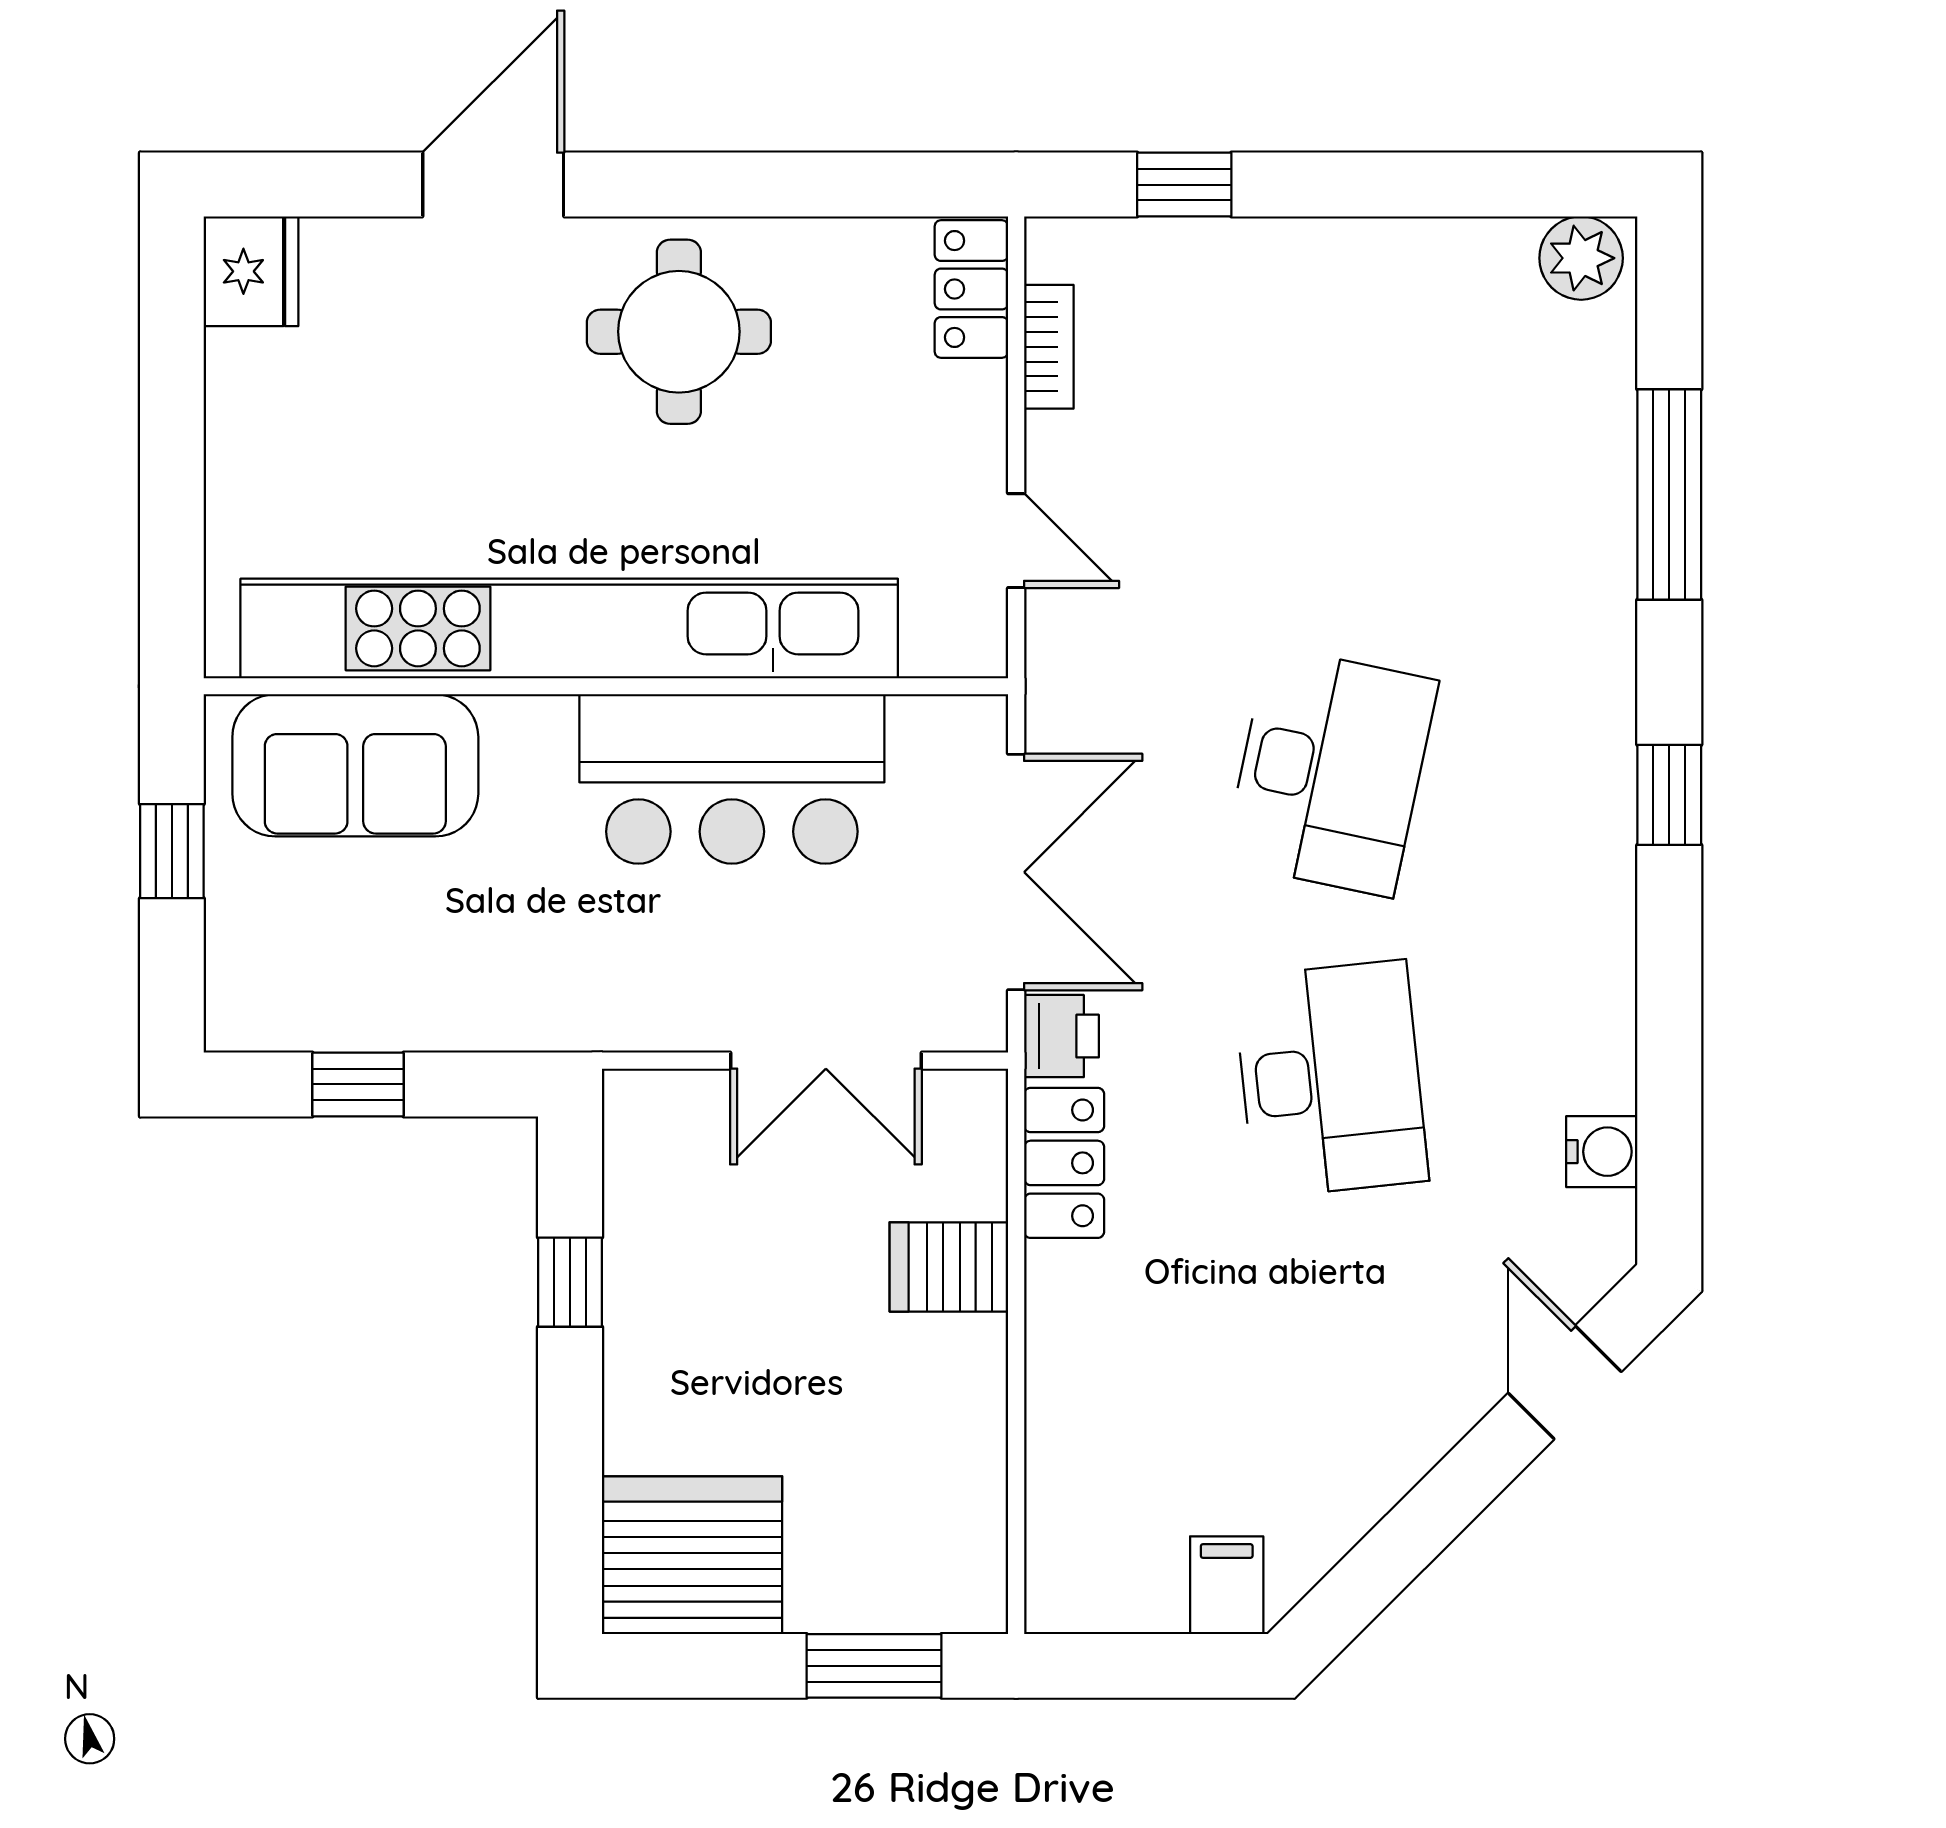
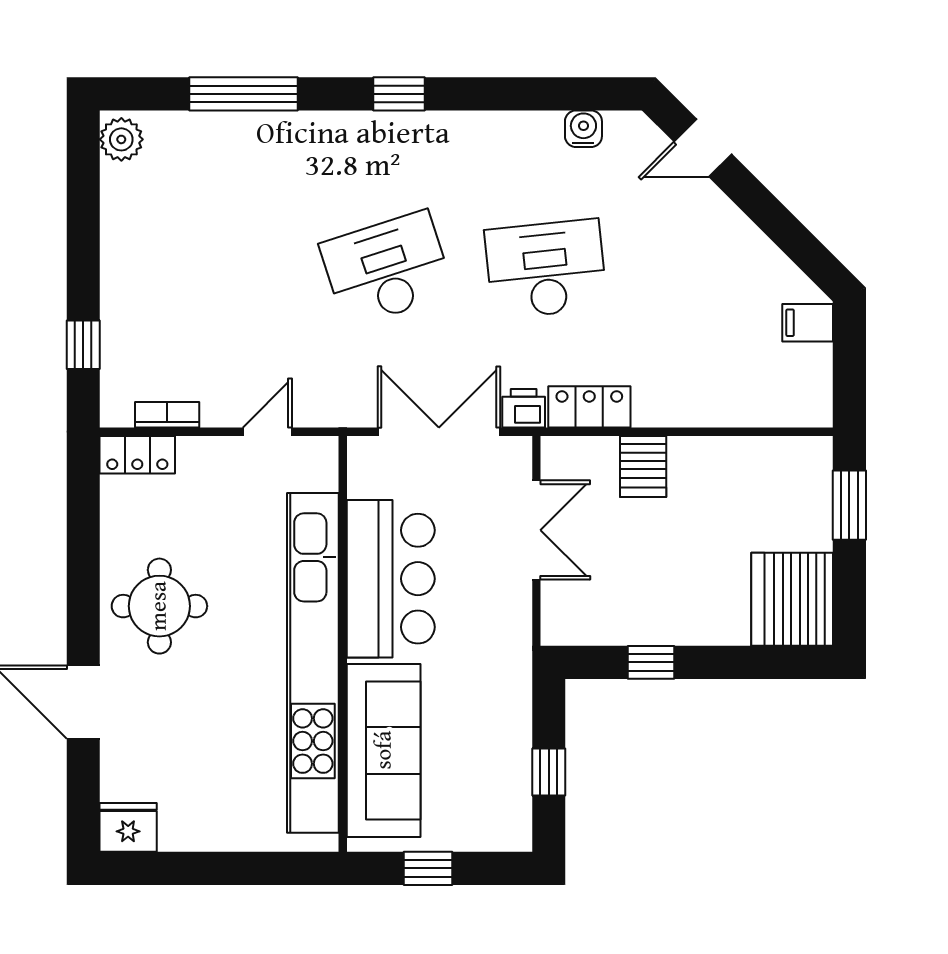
sofa: (355, 765) -> (384, 750), width x1.36
desk: (1331, 771) -> (387, 269), turned -30

